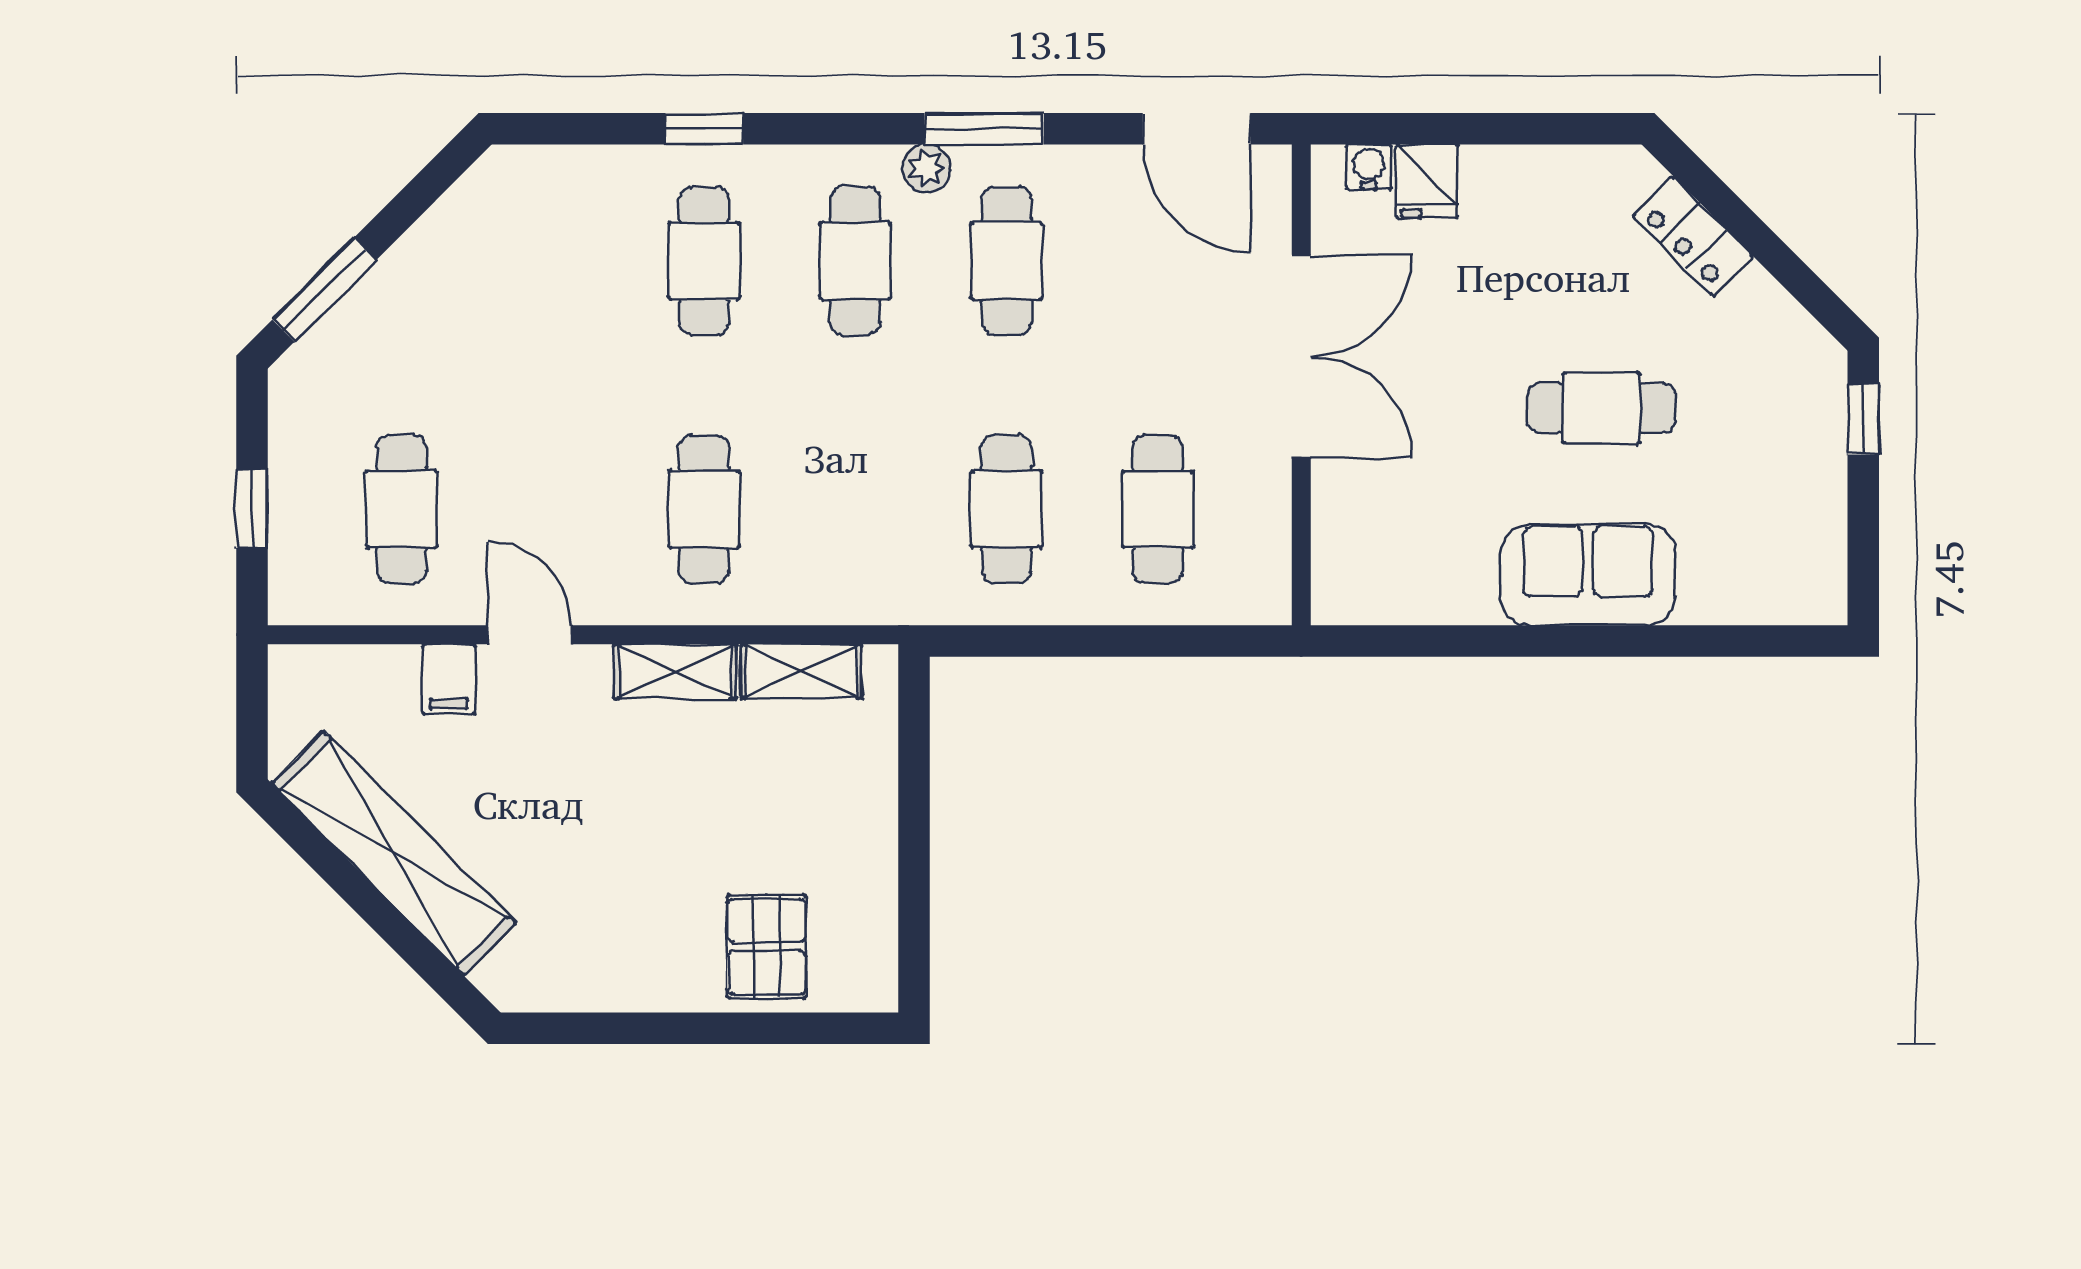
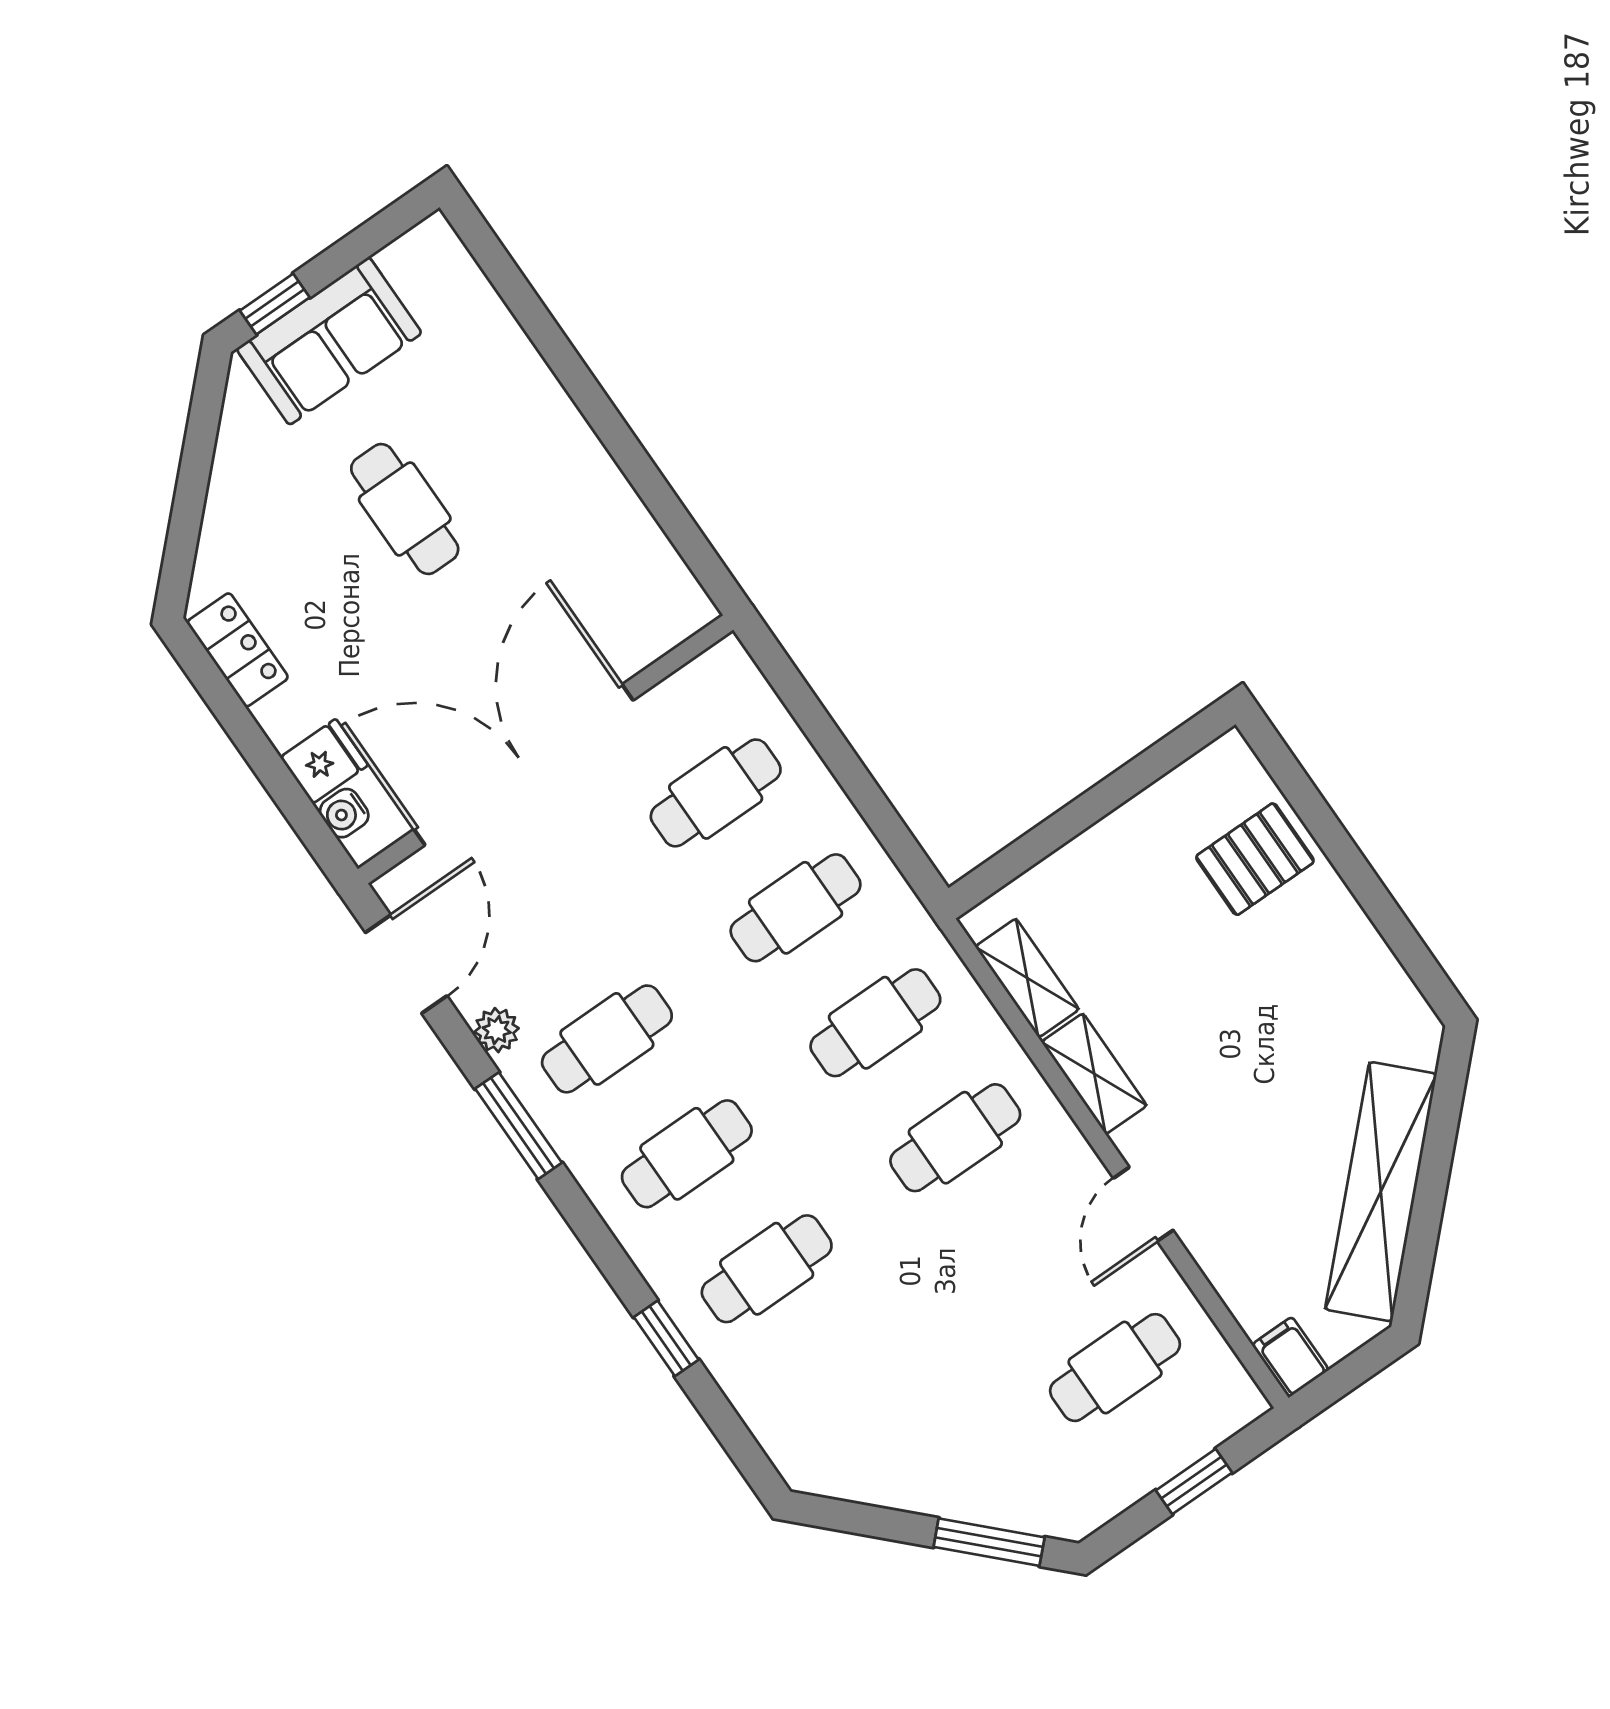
plant: (926, 168) -> (497, 1030), moved
locker: (1693, 236) -> (238, 650), moved, turned -45
double door: (1301, 356) -> (523, 765), width x1.36
cafe table: (855, 509) -> (875, 1023), added
sofa: (1588, 575) -> (329, 341), moved, turned -90
filing cabinet: (449, 679) -> (1291, 1357), moved, turned -90

